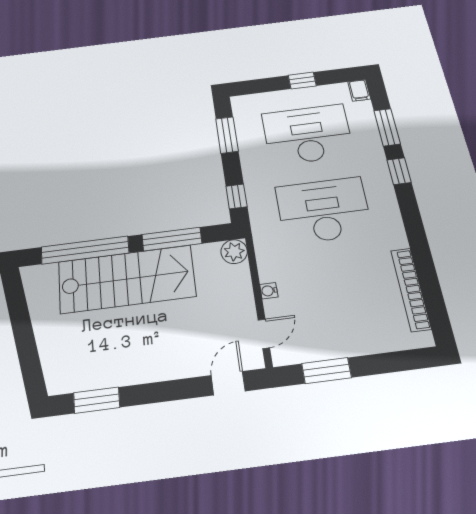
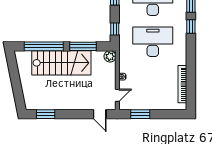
door: (228, 383) -> (100, 114), swing flipped

